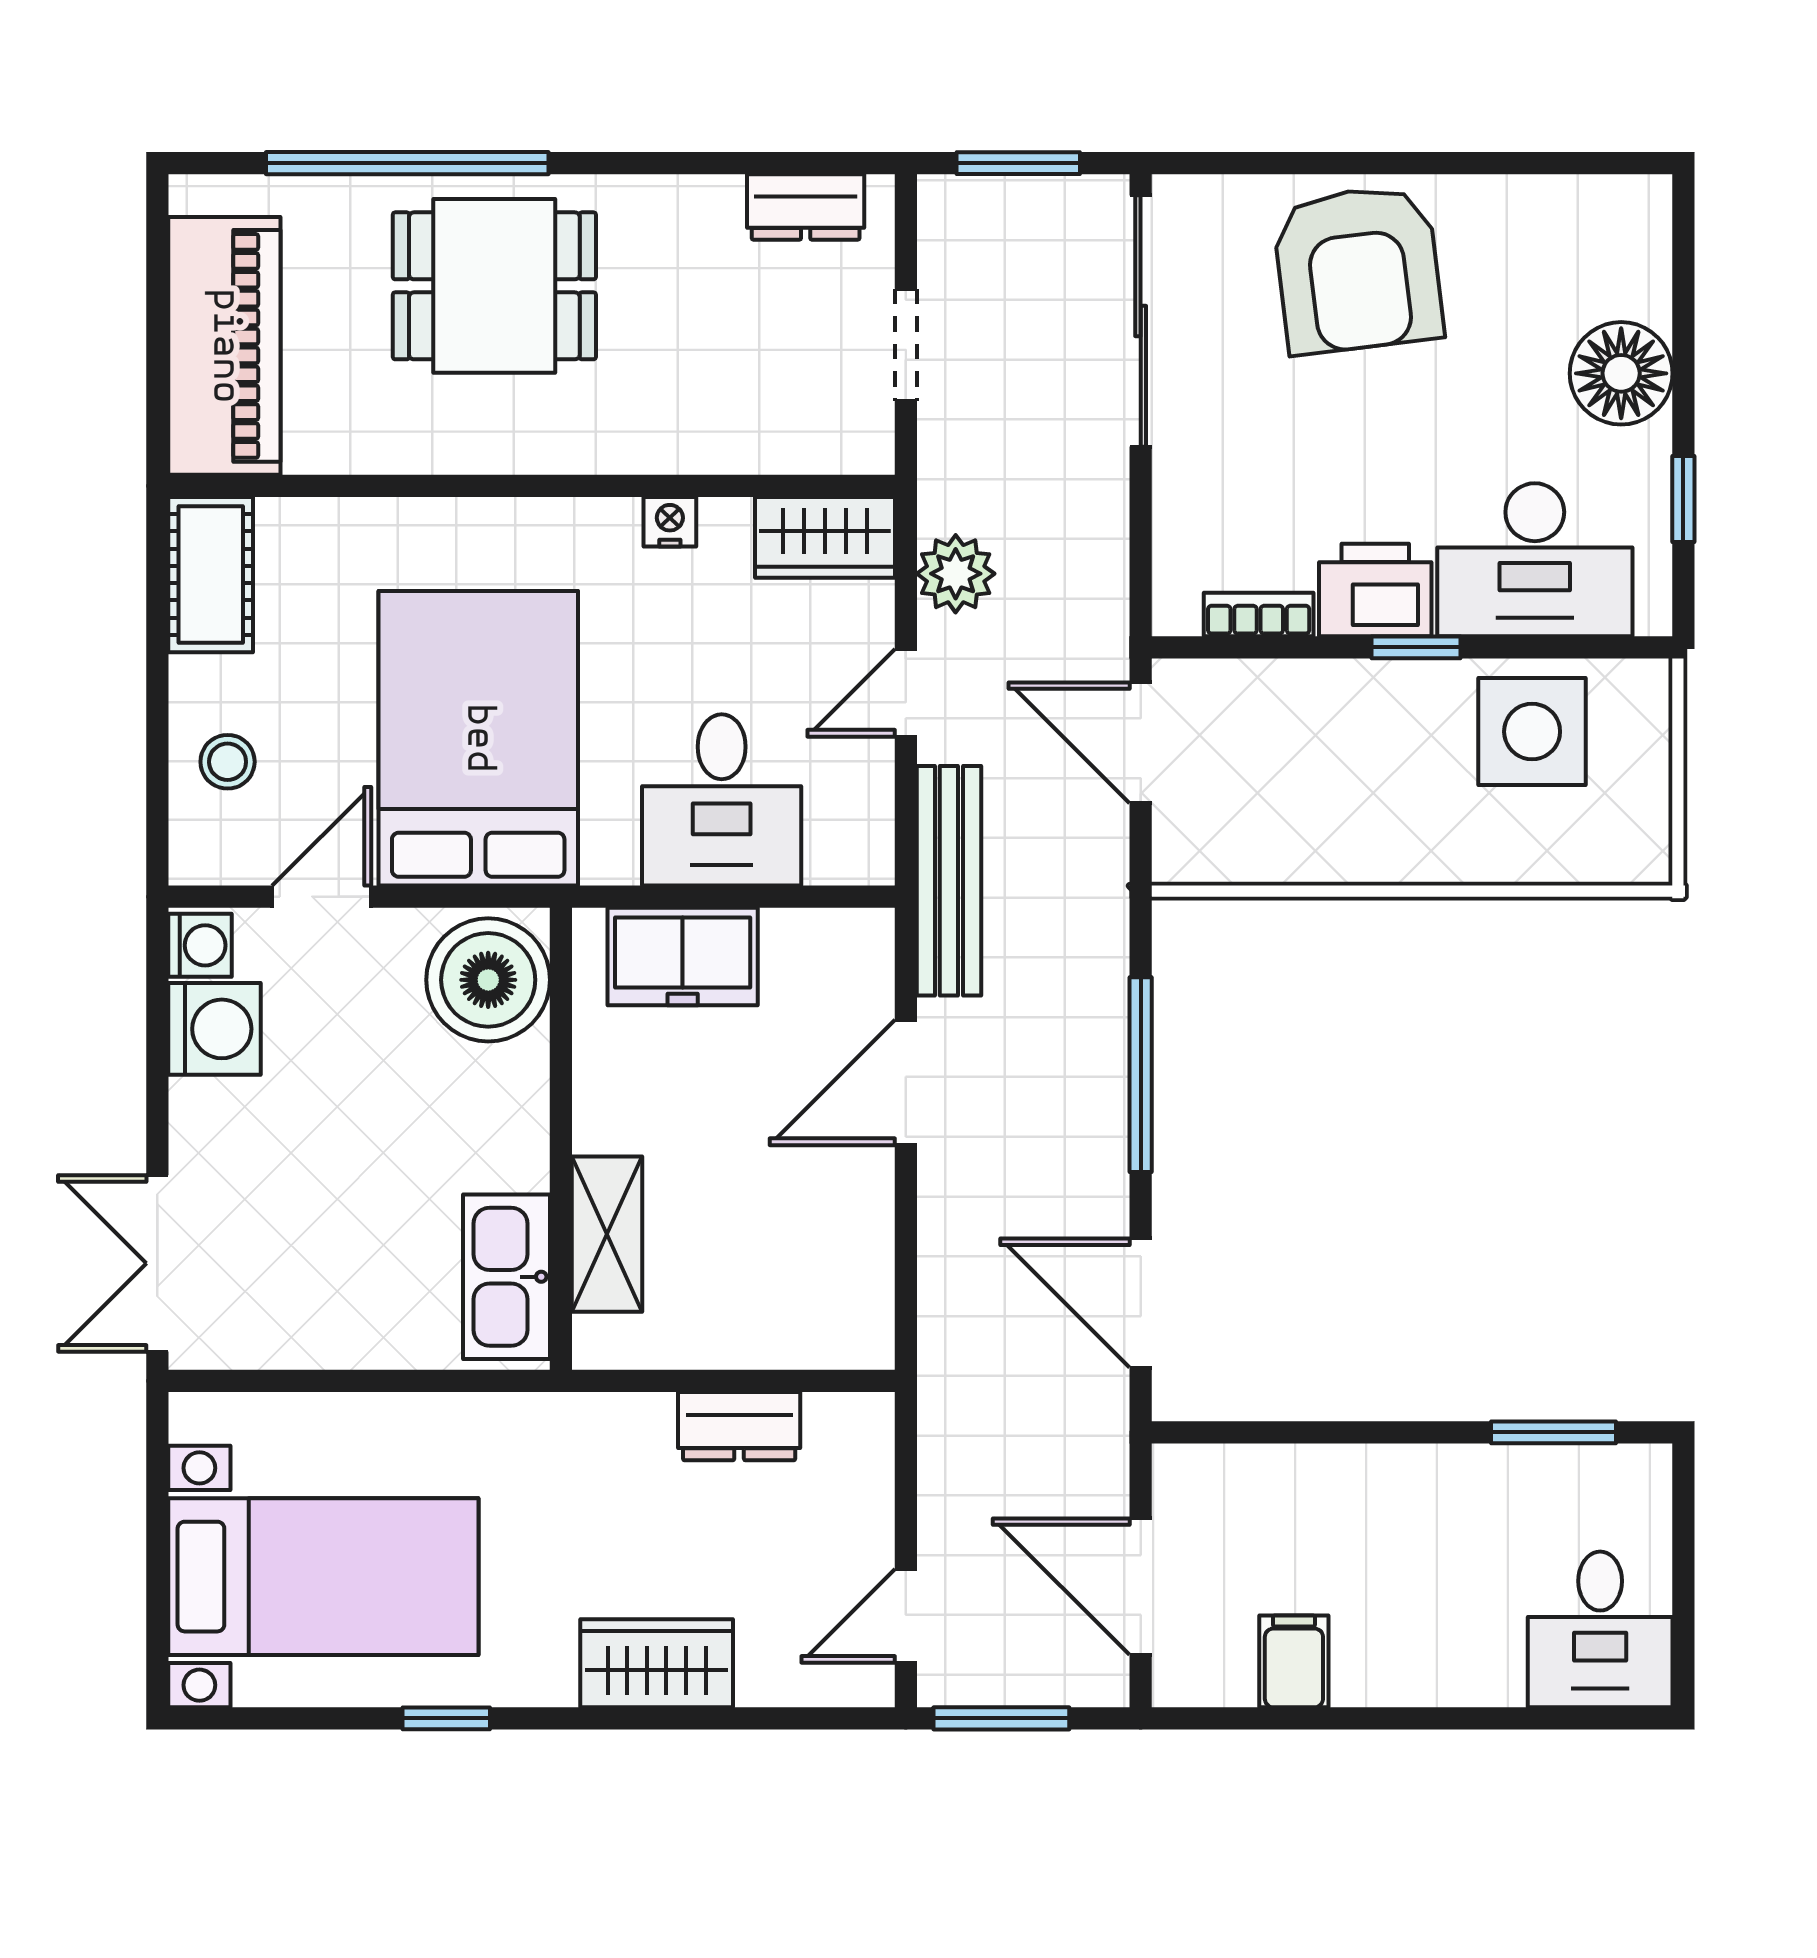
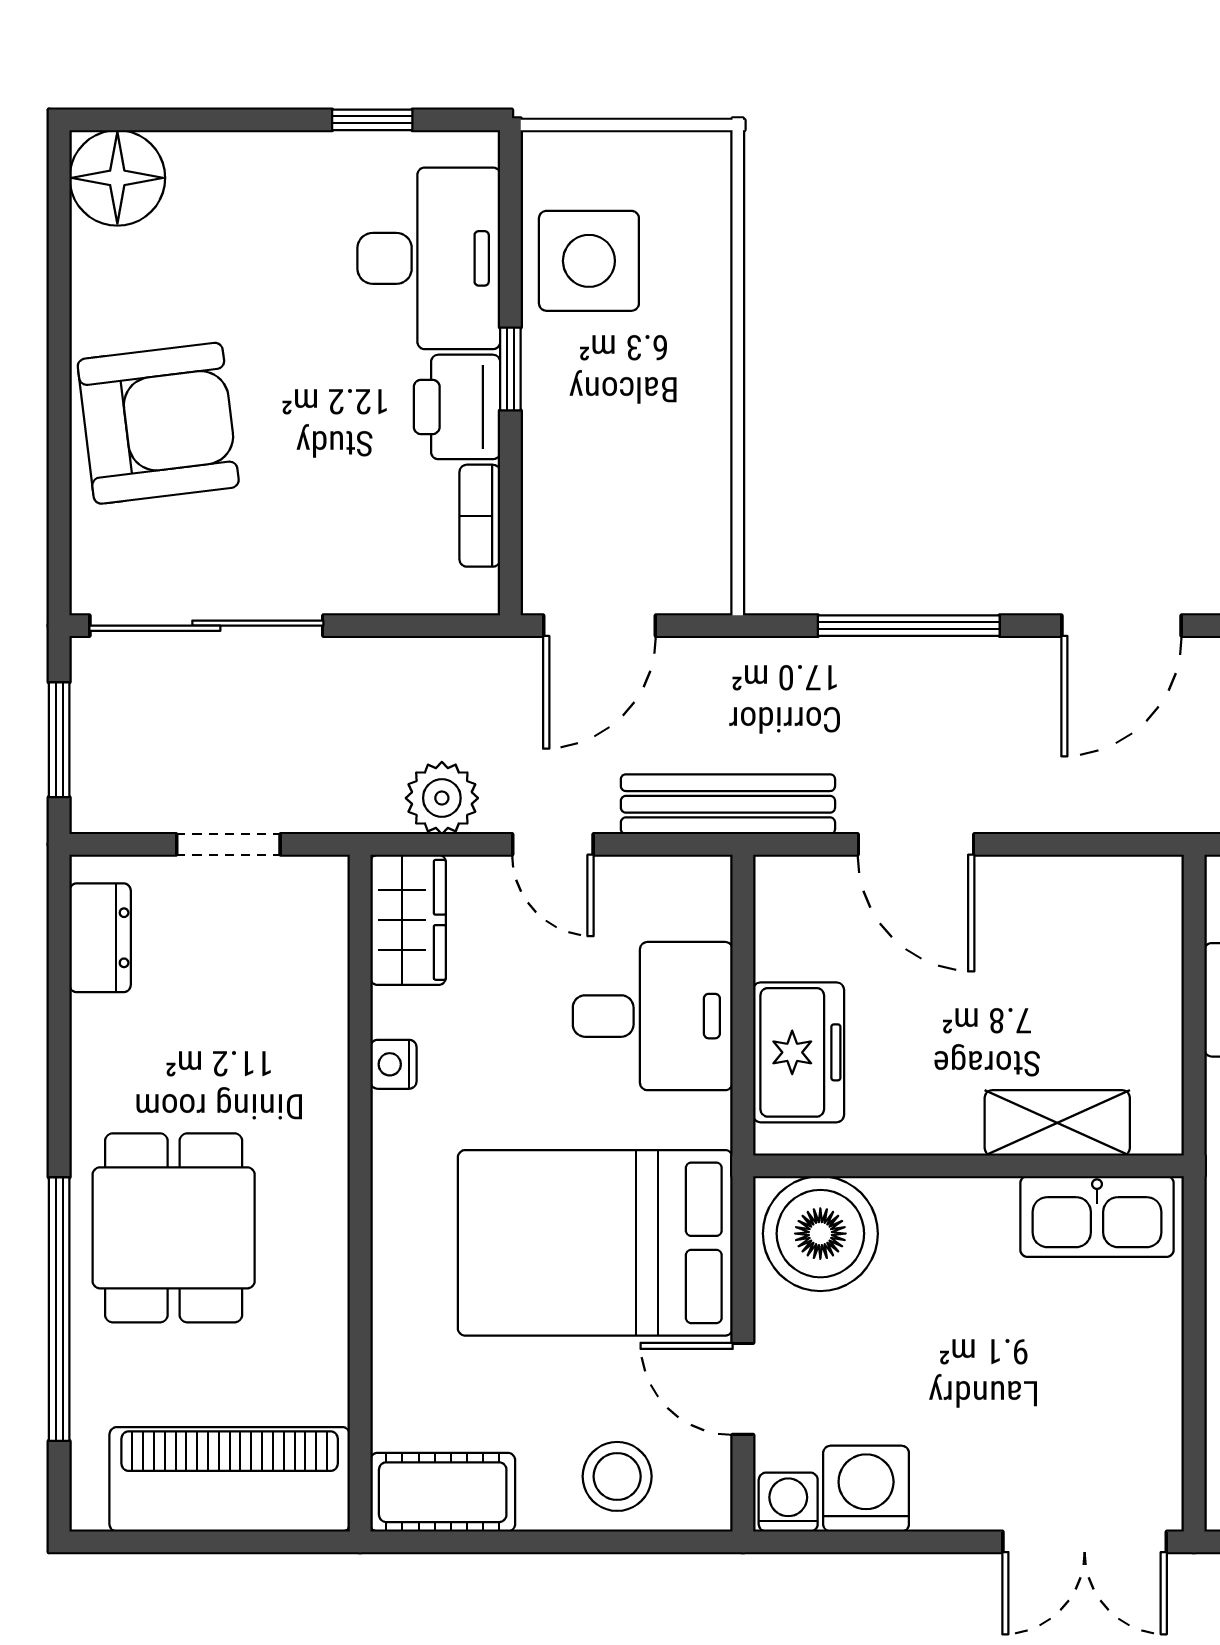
floor lamp: (1621, 373) -> (117, 178), moved
stool: (228, 762) -> (617, 1476), width x1.37, depth x1.37

